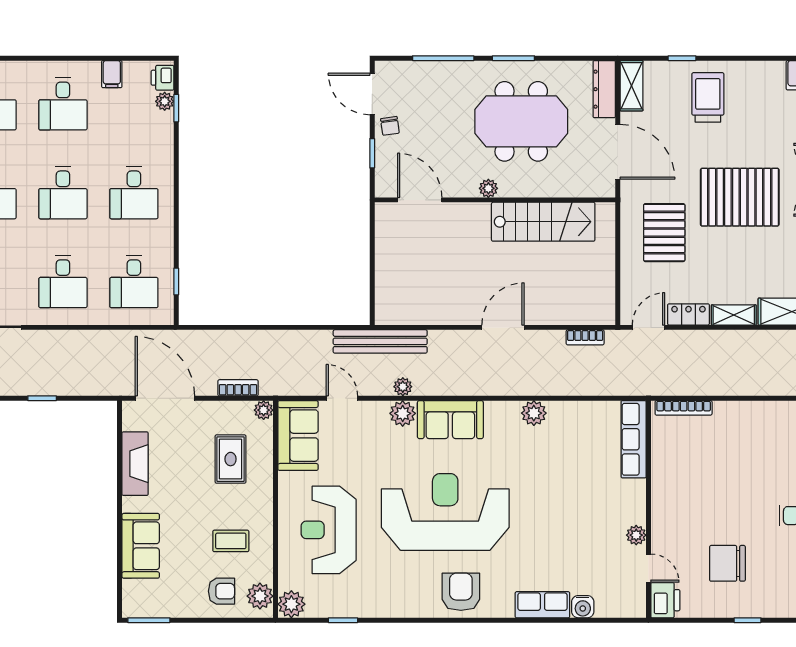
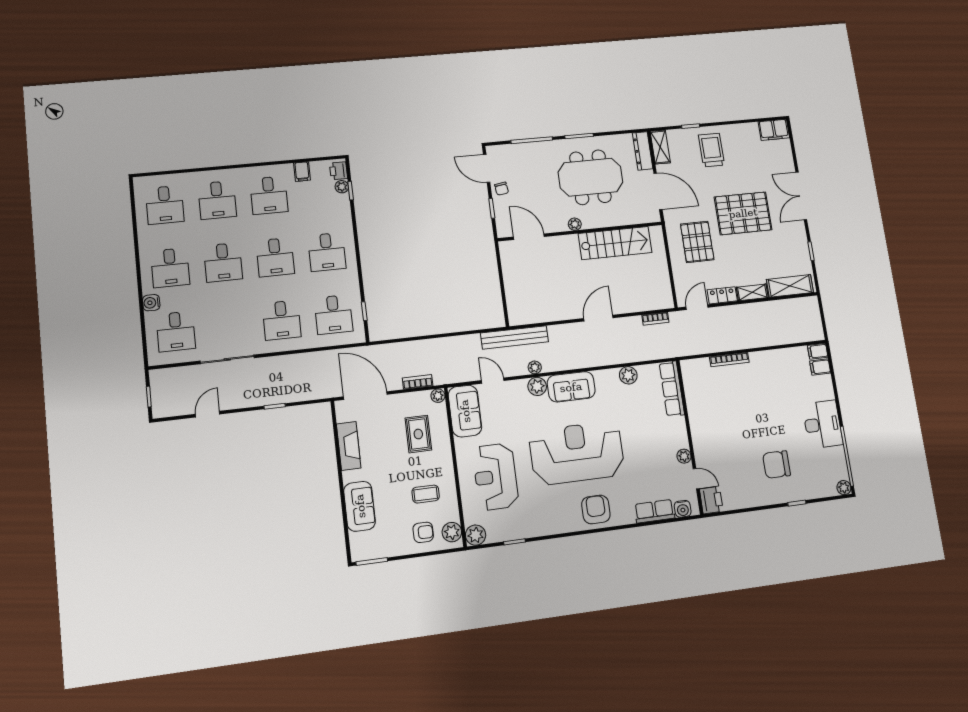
row of seats: (634, 439) -> (672, 389), moved
wall: (648, 509) -> (690, 437), moved
plant: (636, 535) -> (684, 456), moved
door: (648, 568) -> (696, 479), moved
printer: (665, 600) -> (711, 500), moved

